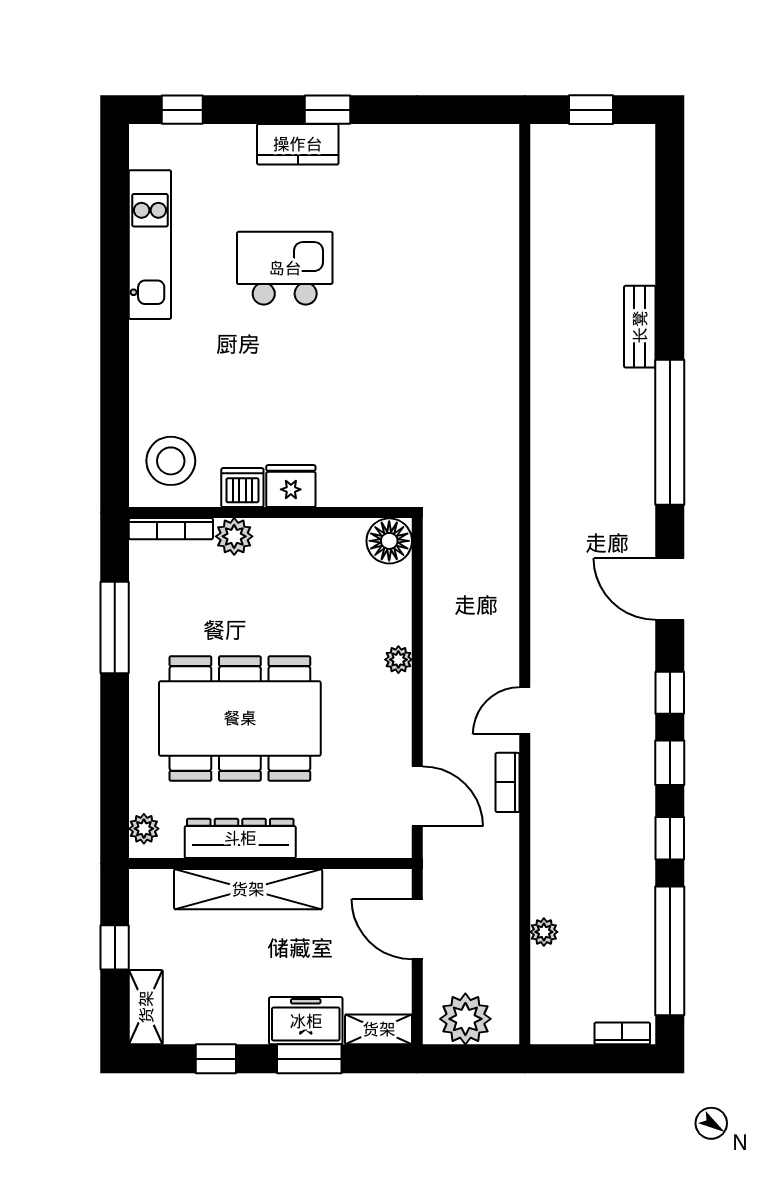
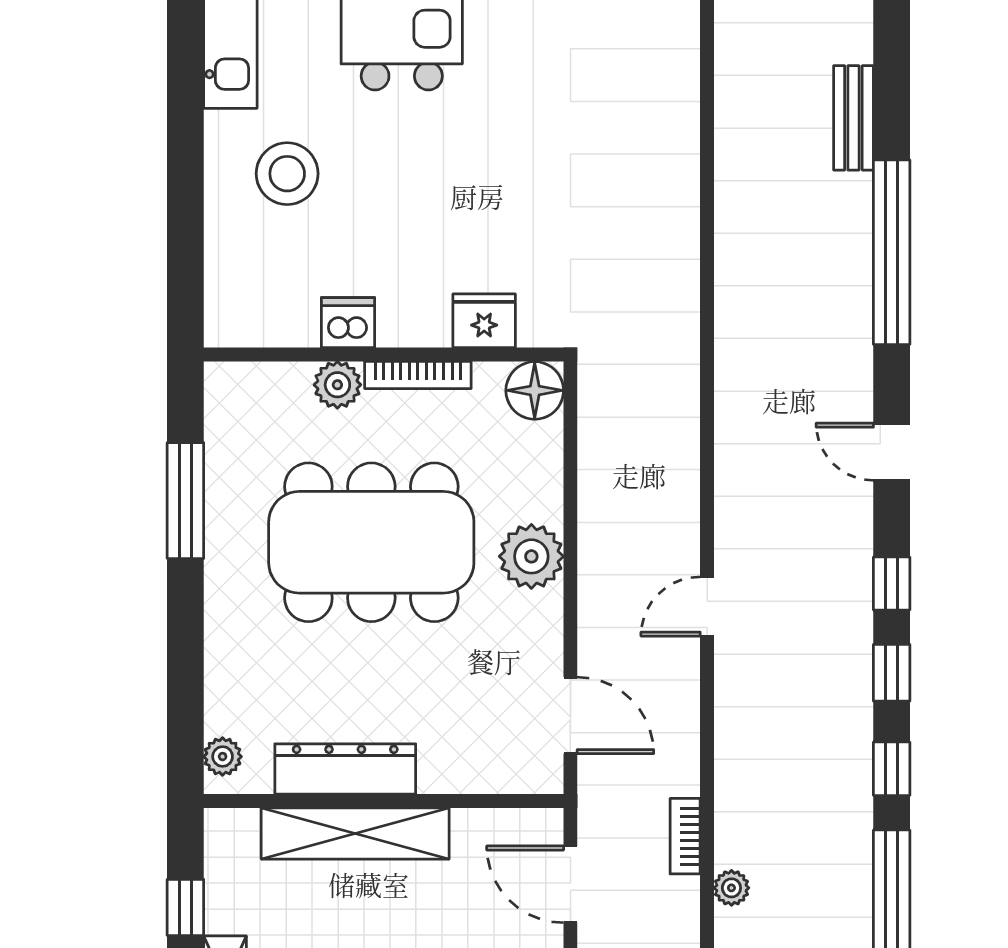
stool: (171, 461) -> (287, 174), moved
fridge: (291, 486) -> (484, 321), moved
bookcase: (171, 529) -> (418, 375), moved
door: (670, 589) -> (892, 452), width x0.73
plant: (398, 660) -> (531, 556), width x1.87, depth x1.87
dining table: (240, 718) -> (371, 542), moved
bookcase: (508, 782) -> (685, 836), moved

